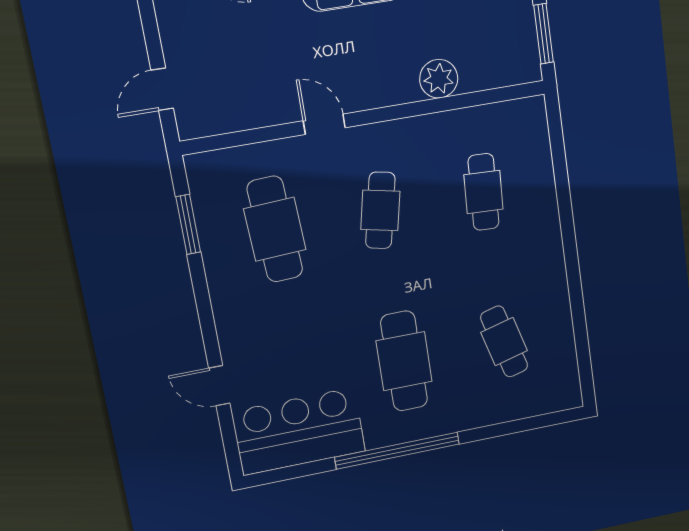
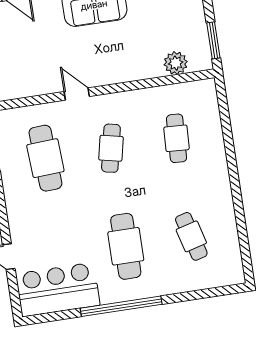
plant: (439, 79) -> (176, 63), moved

